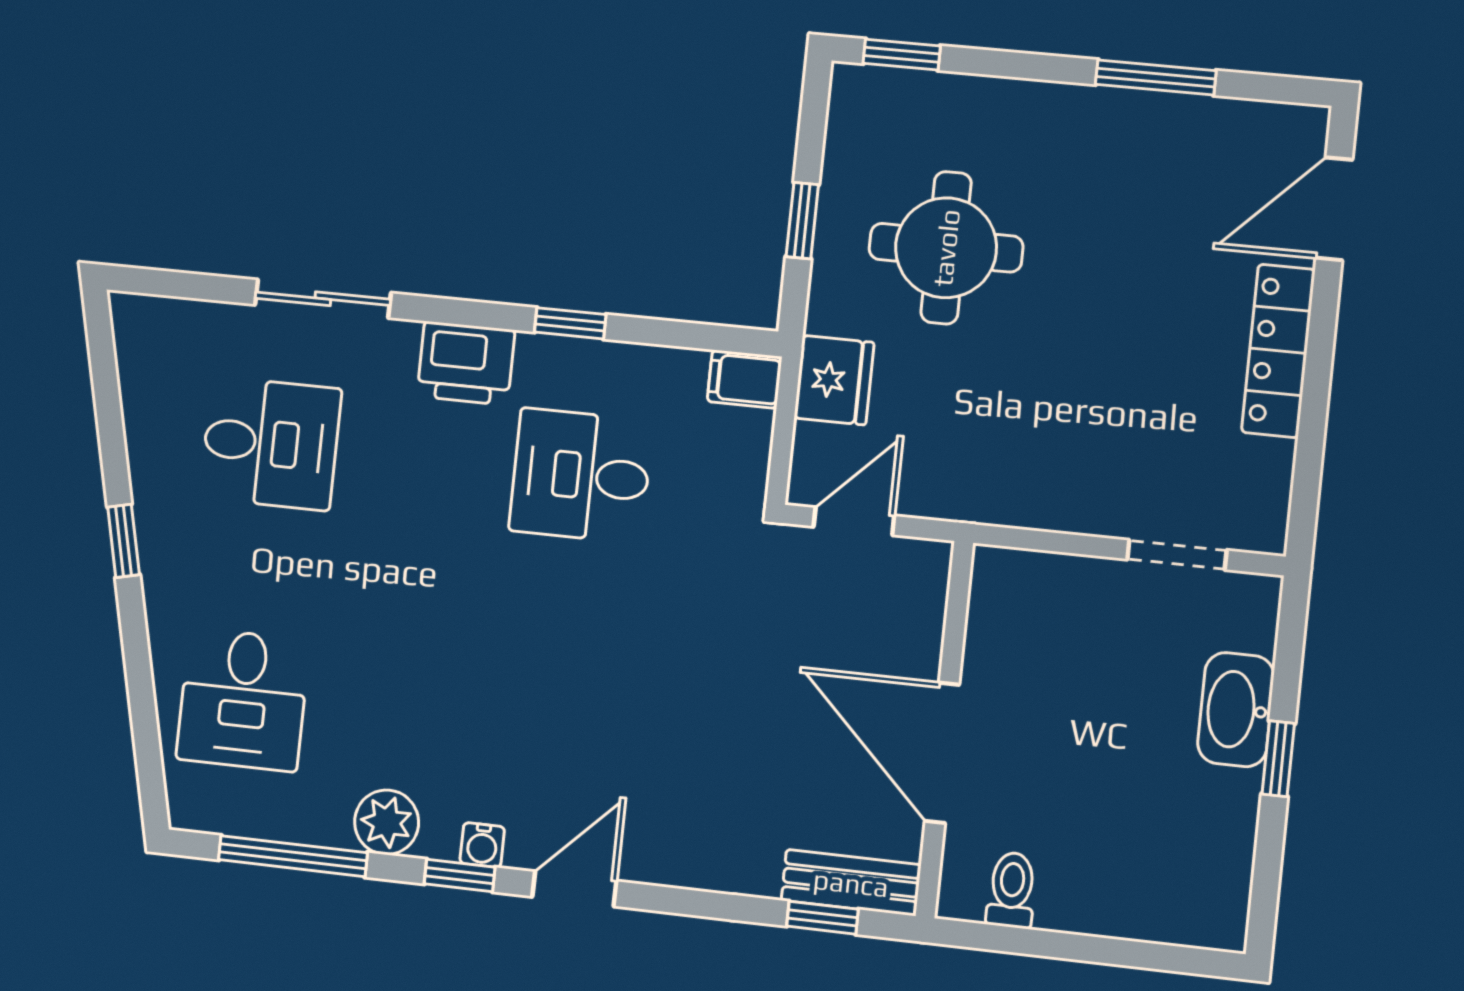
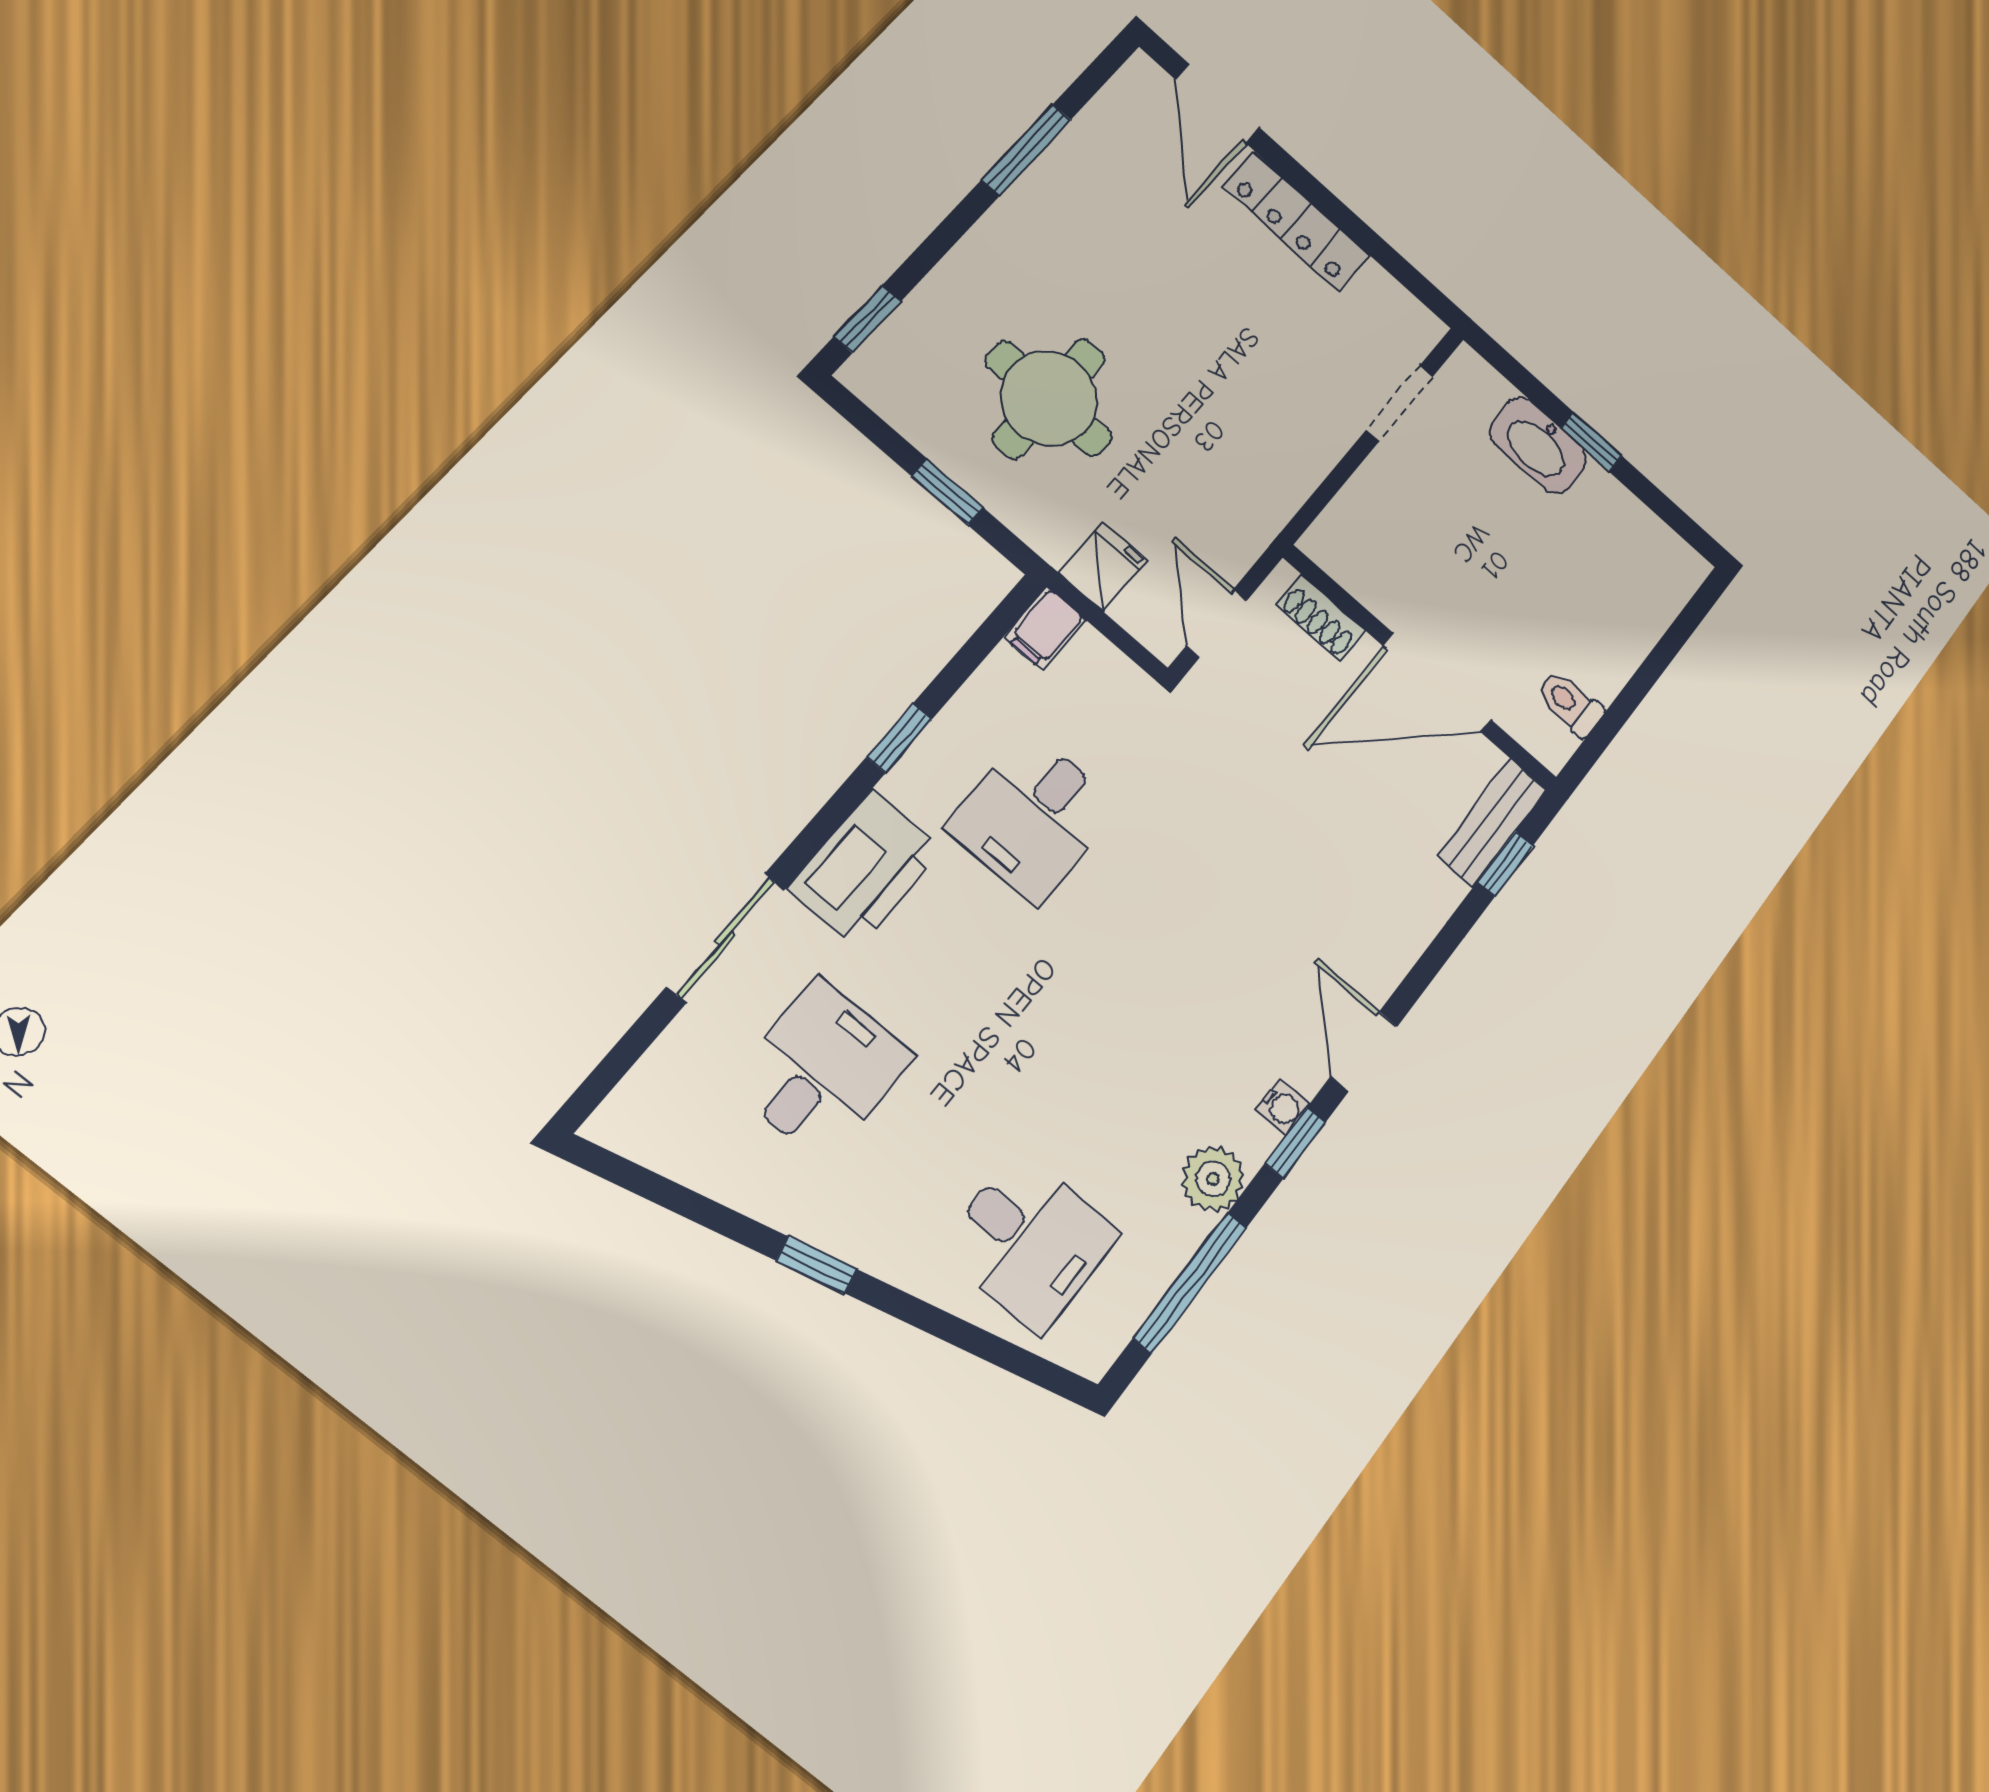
printer: (466, 363) -> (866, 868), width x1.37, depth x1.19
fridge: (834, 380) -> (1103, 567), width x0.72
shoe rack: (925, 610) -> (1321, 618), added

